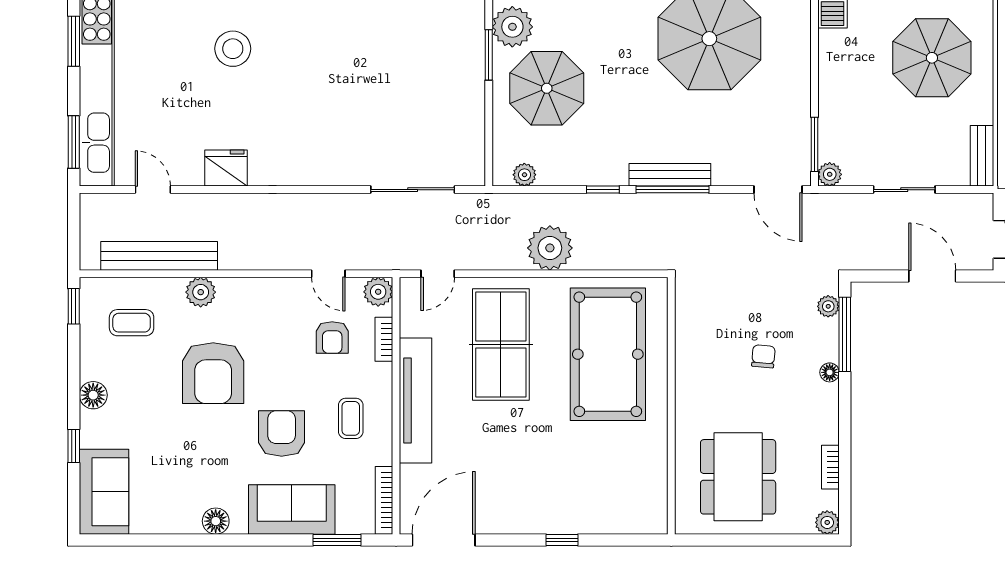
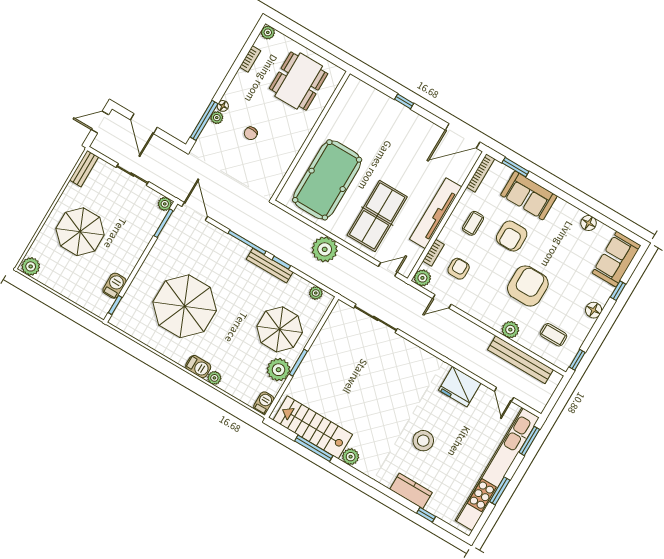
fridge: (226, 168) -> (460, 387), width x1.36, depth x1.34
bench: (670, 175) -> (270, 266), moved
door: (328, 274) -> (442, 301), swing flipped
plant: (828, 306) -> (217, 118), moved
floor lamp: (216, 521) -> (589, 223), moved

